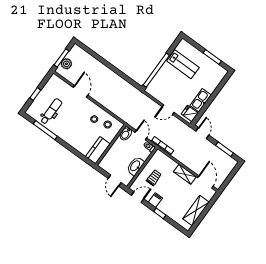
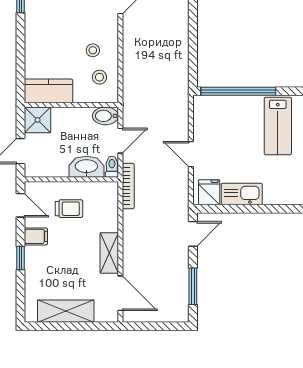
shower: (107, 164) -> (38, 120), added
washbasin: (135, 166) -> (86, 167), moved
door: (205, 182) -> (120, 293), hinge flipped

